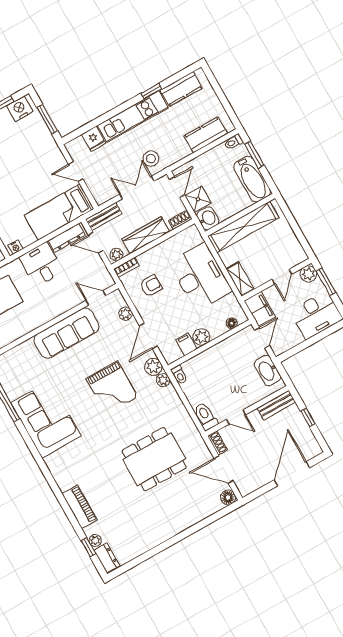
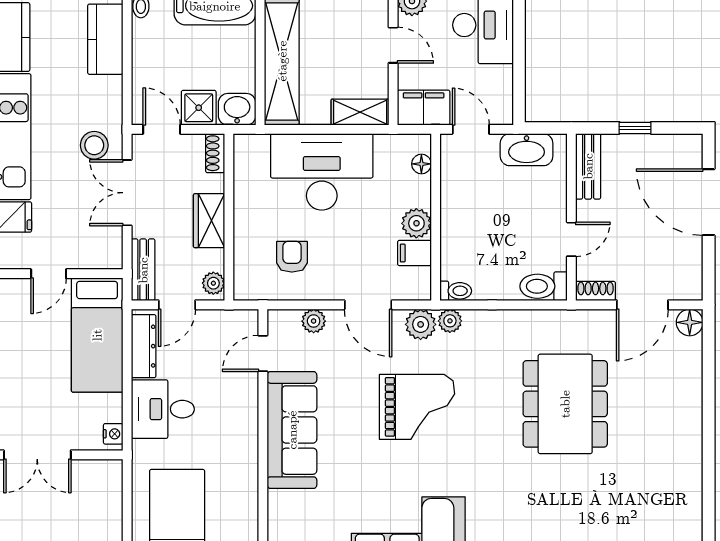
wardrobe: (146, 235) -> (209, 221), width x0.67
bookcase: (126, 267) -> (242, 279), removed

